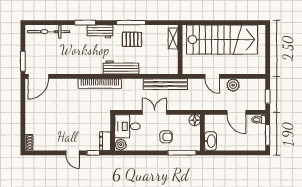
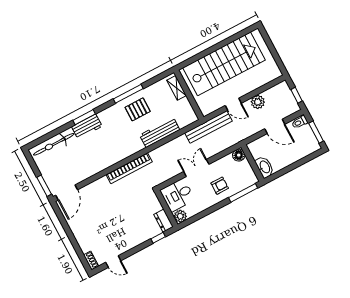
workbench: (100, 31) -> (87, 127), moved
workbench: (121, 68) -> (160, 132), moved
bench: (165, 84) -> (208, 127), moved
door: (73, 153) -> (113, 261), moved

